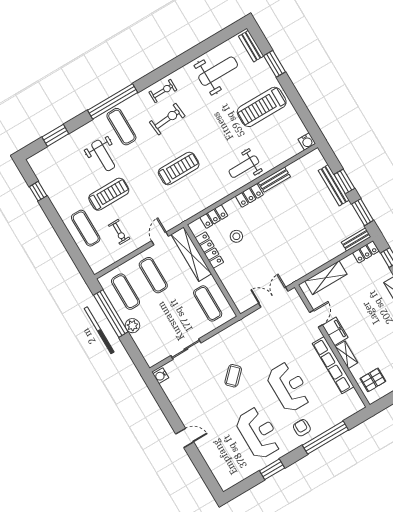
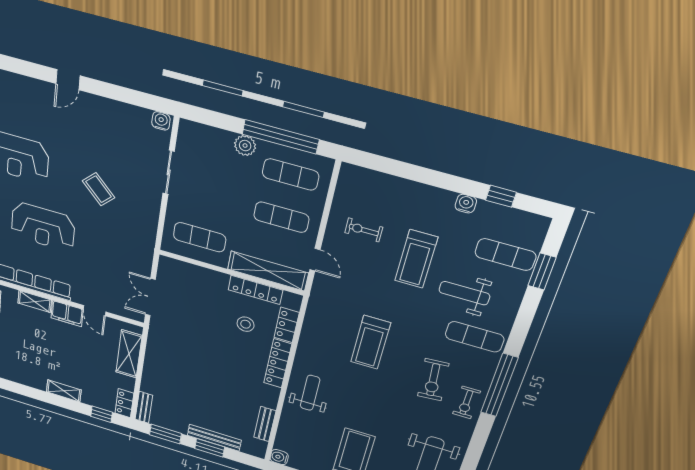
window: (113, 101) -> (499, 385), moved
bench: (274, 180) -> (265, 424), moved
locker: (249, 195) -> (278, 363), width x1.53
water cooler: (58, 202) -> (466, 204), added
exercise mat: (86, 228) -> (505, 254), moved
double door: (273, 297) -> (150, 297), swing flipped

